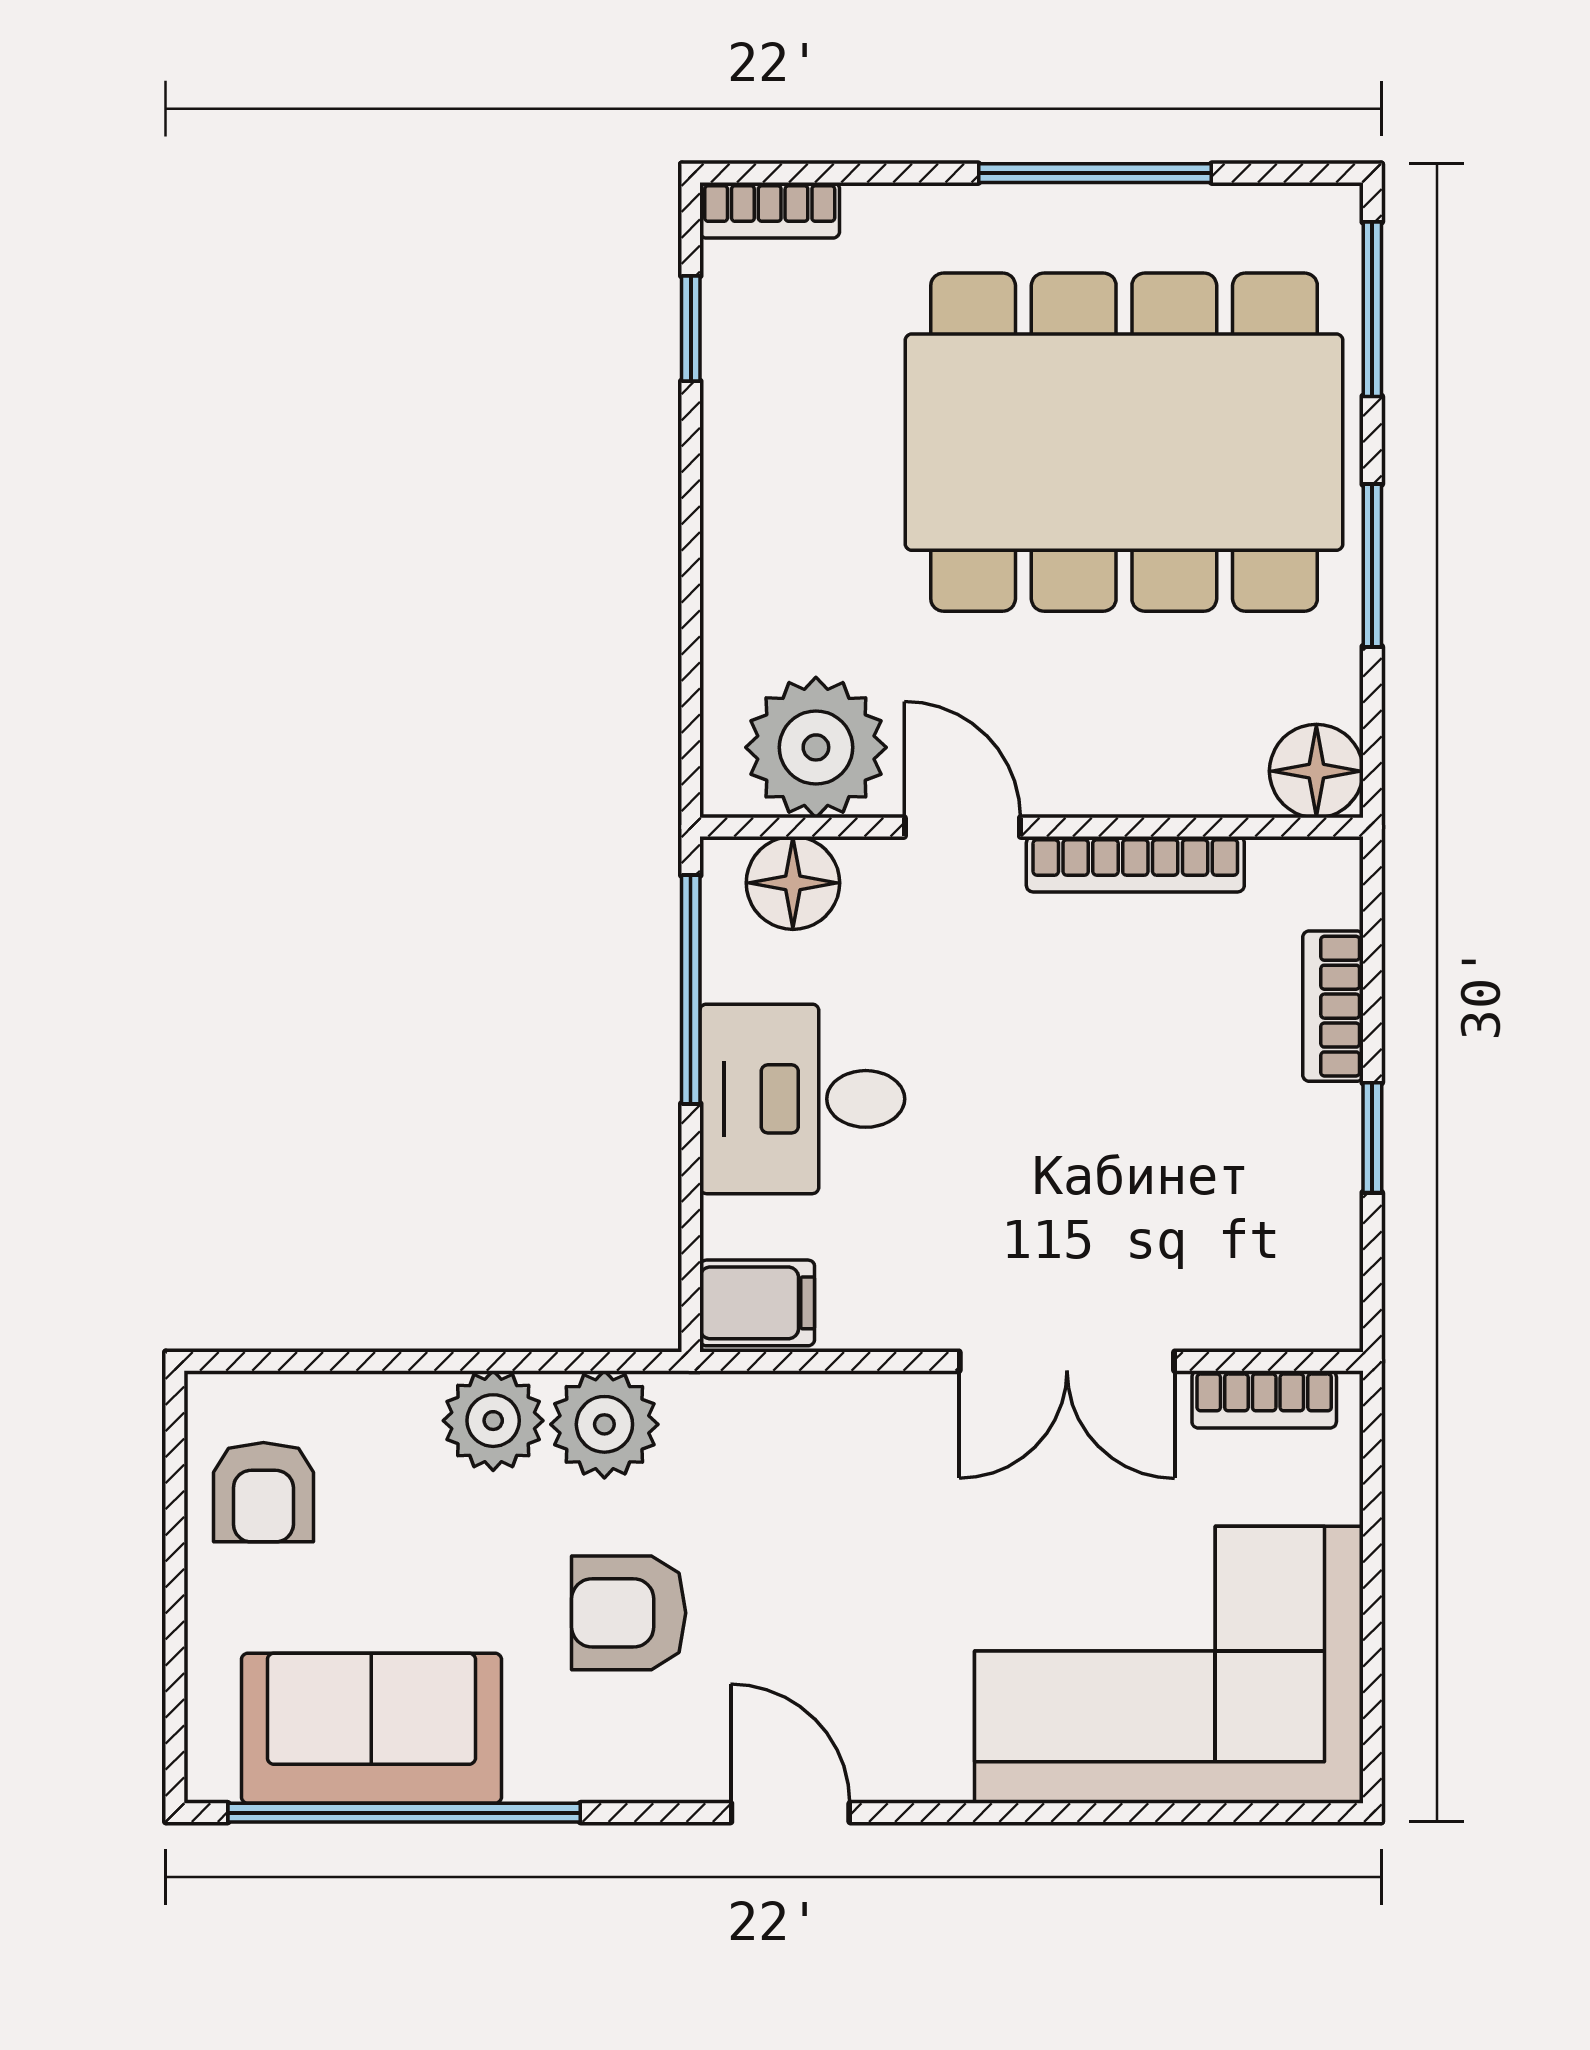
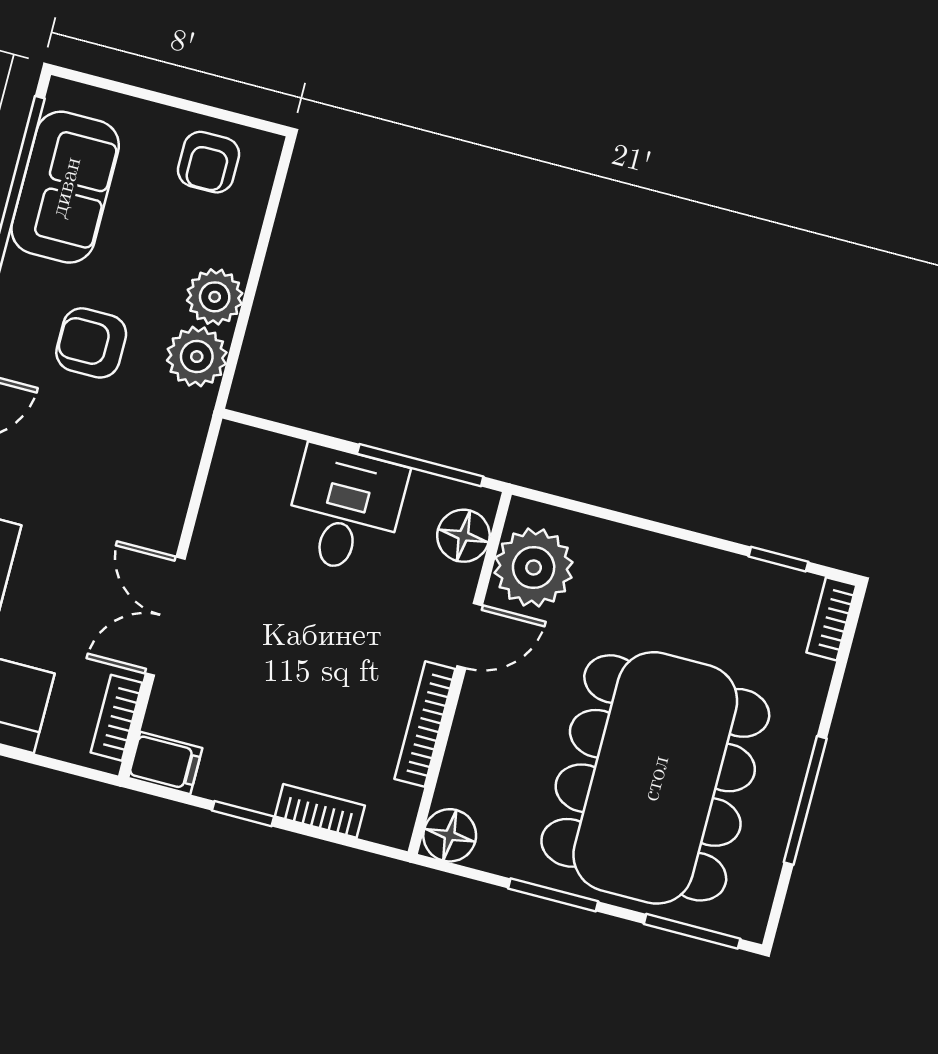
filing cabinet: (757, 1303) -> (165, 763), moved, turned -90
armchair: (263, 1492) -> (209, 162), turned -90
armchair: (629, 1613) -> (91, 343), turned -90

